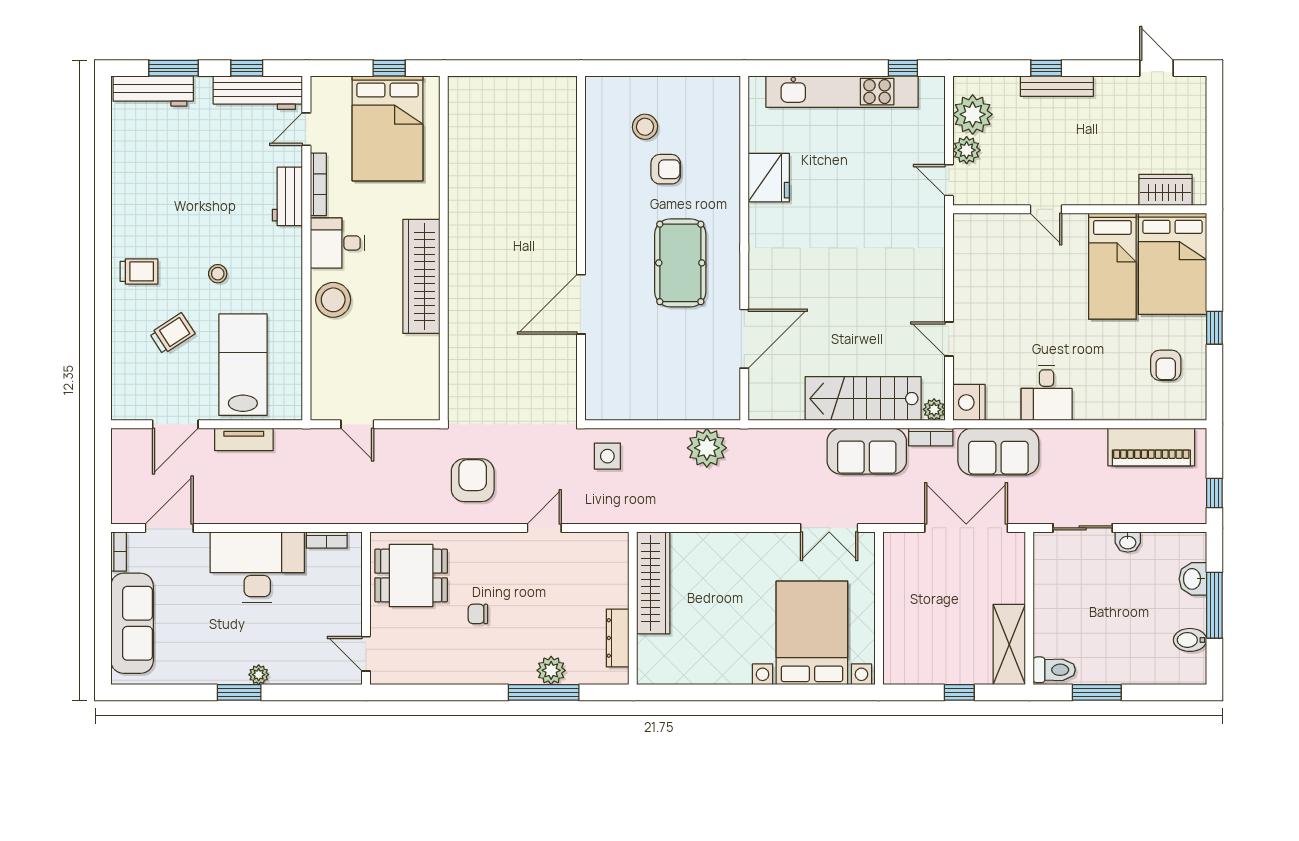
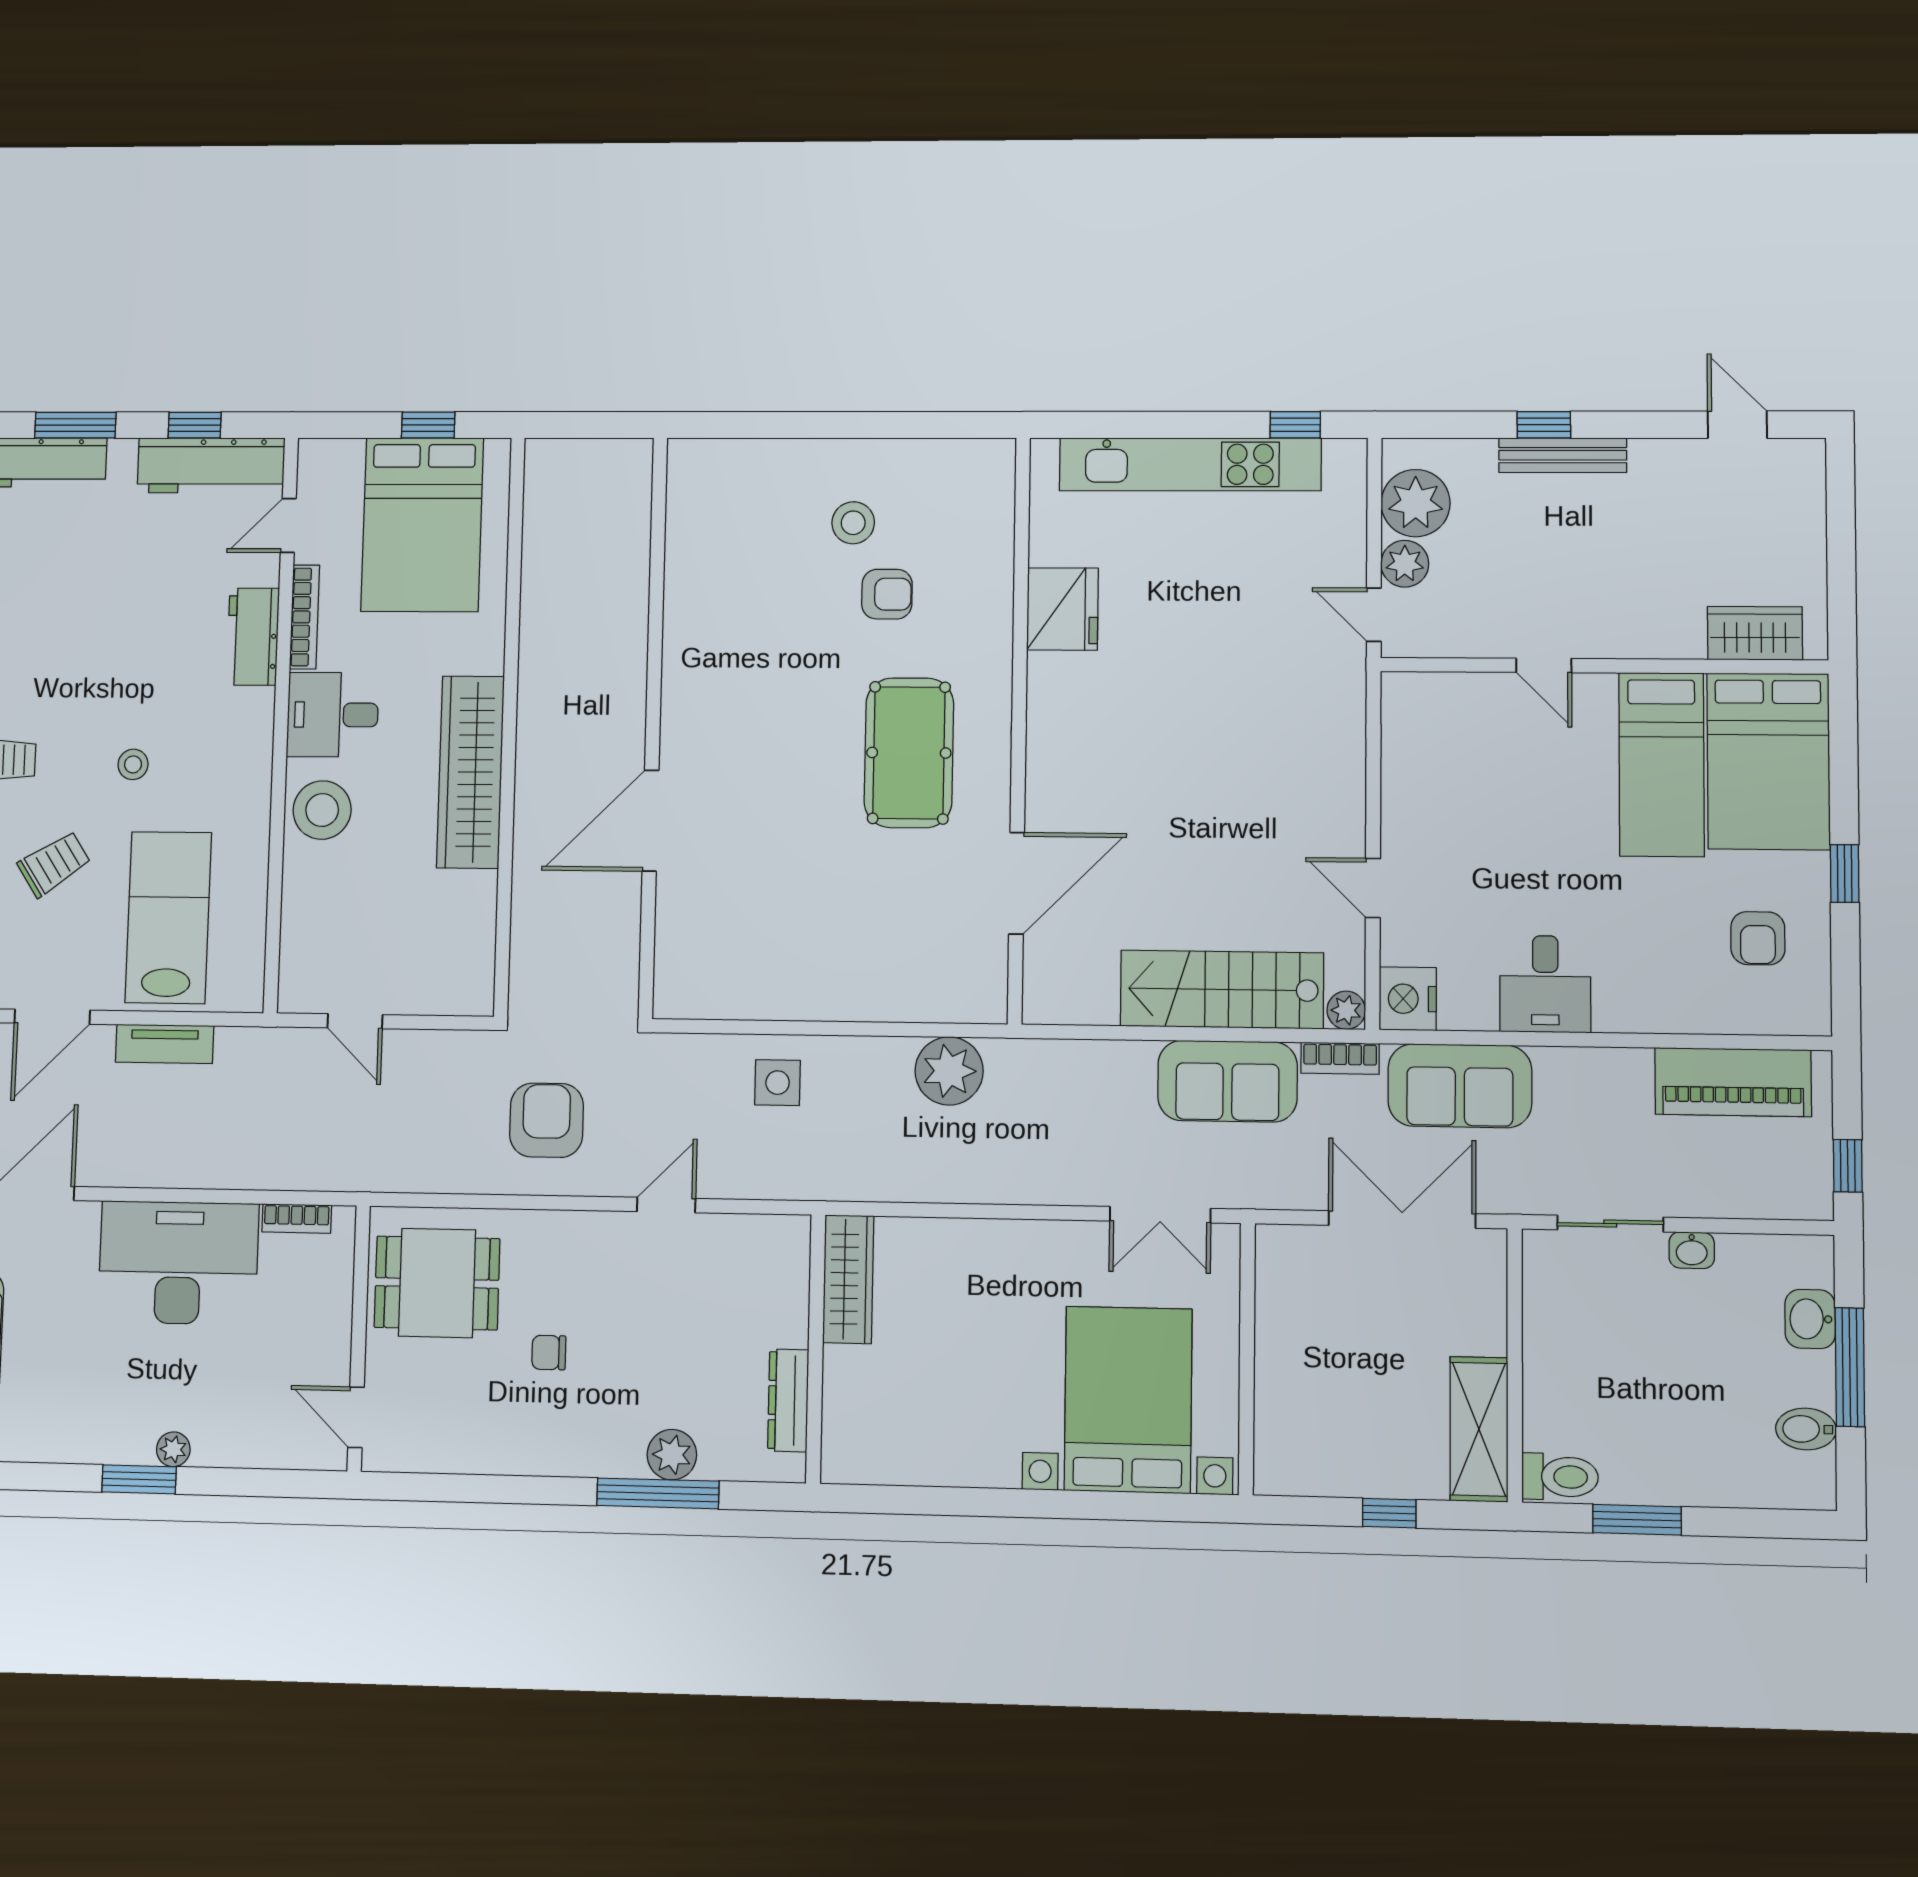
wall: (581, 248) -> (653, 726), moved
door: (581, 304) -> (650, 821), moved
wardrobe: (653, 583) -> (848, 1279), width x0.71, depth x0.85

